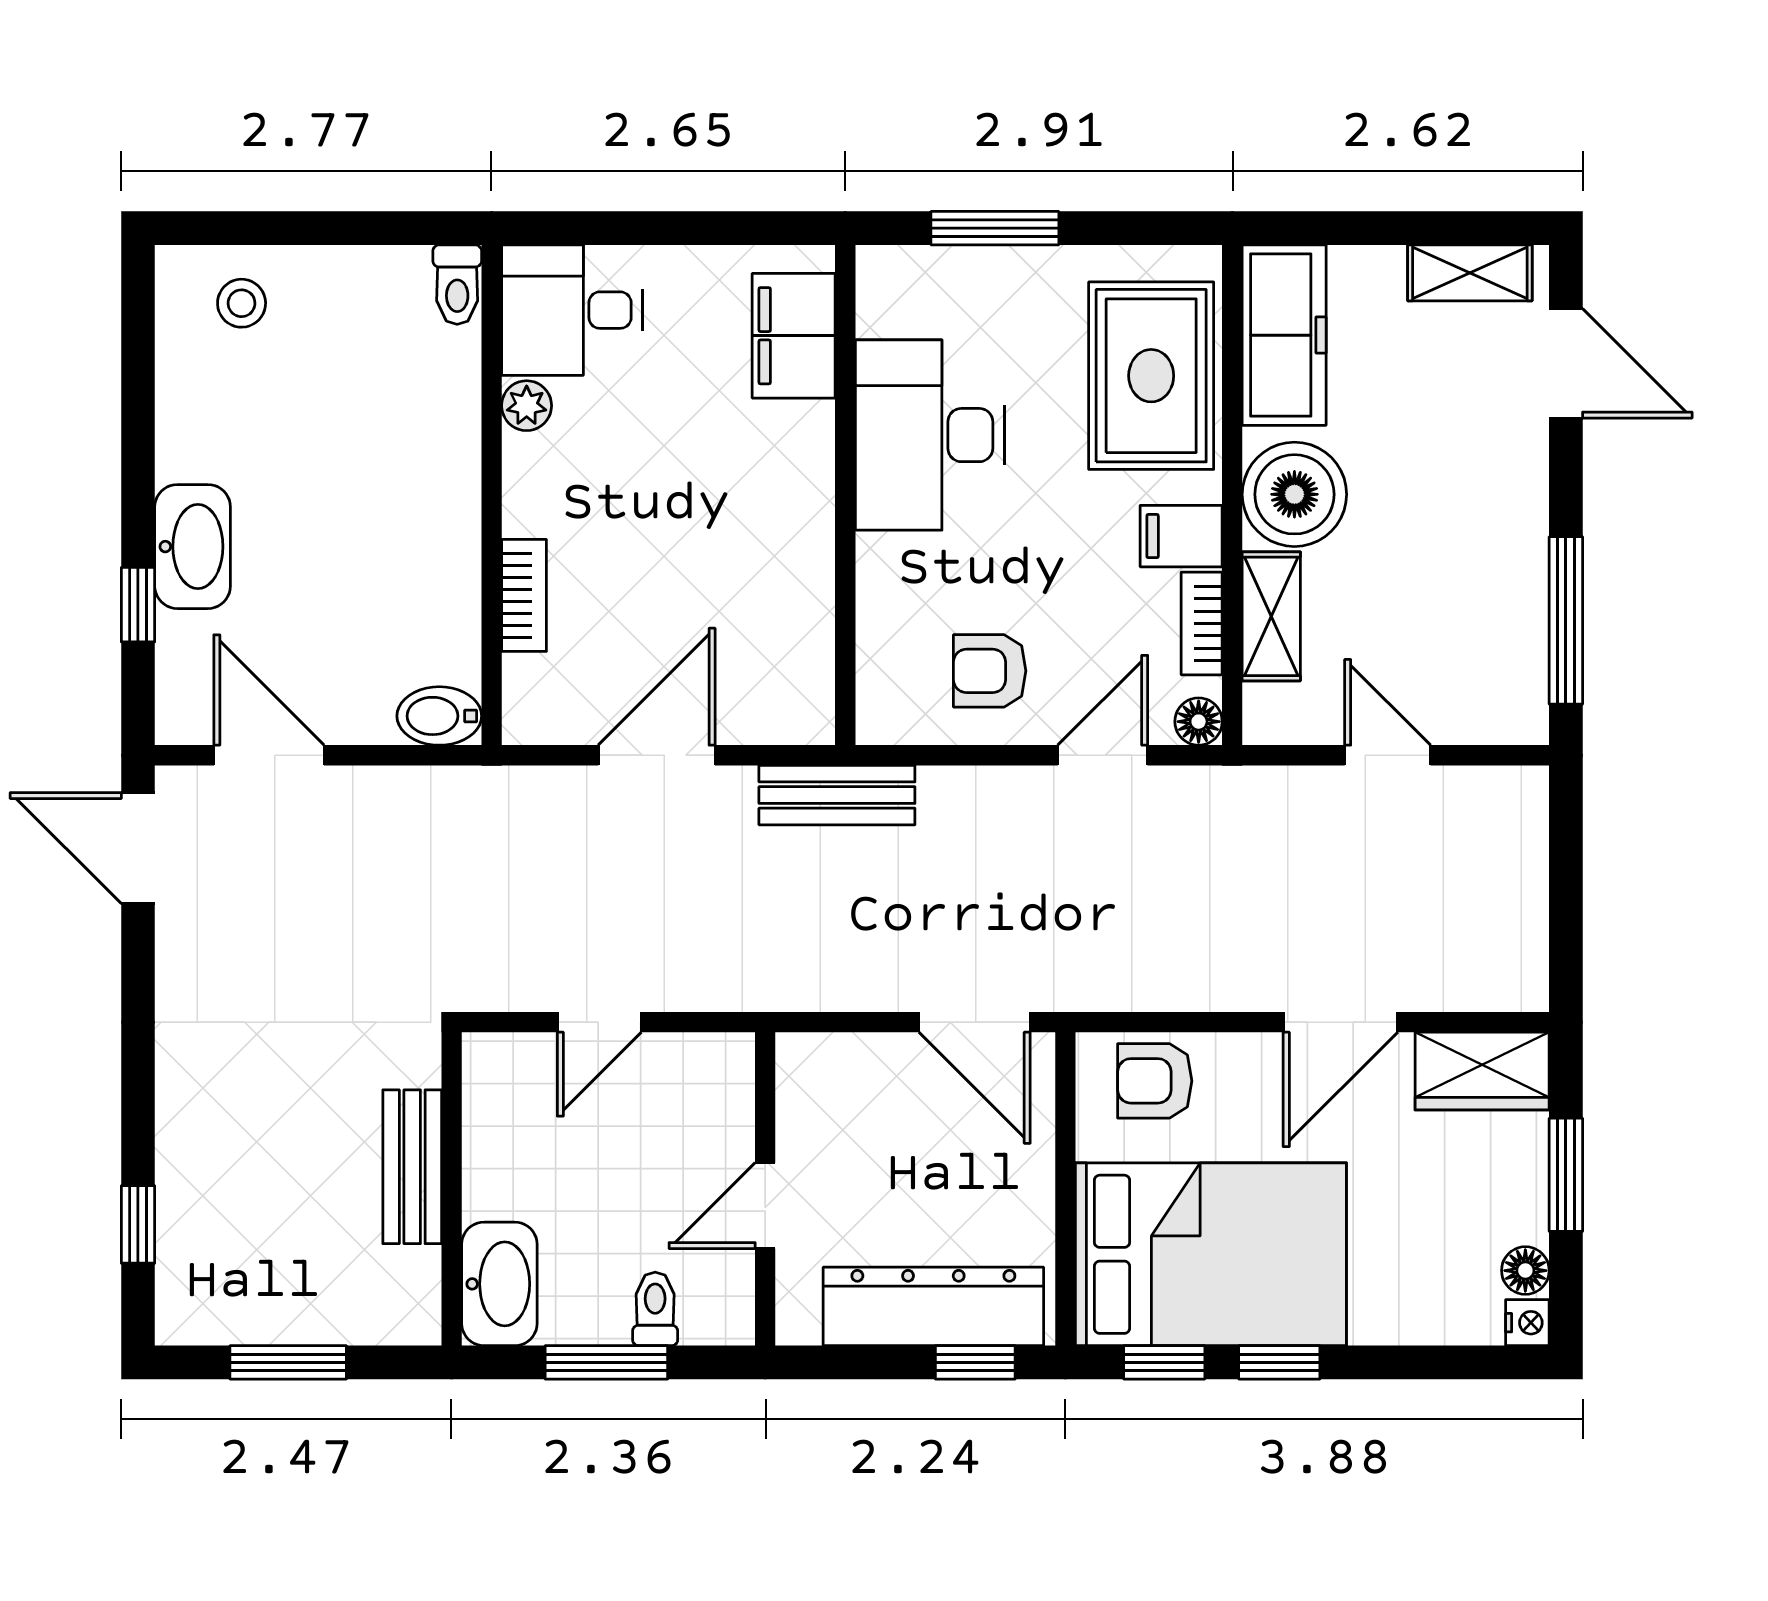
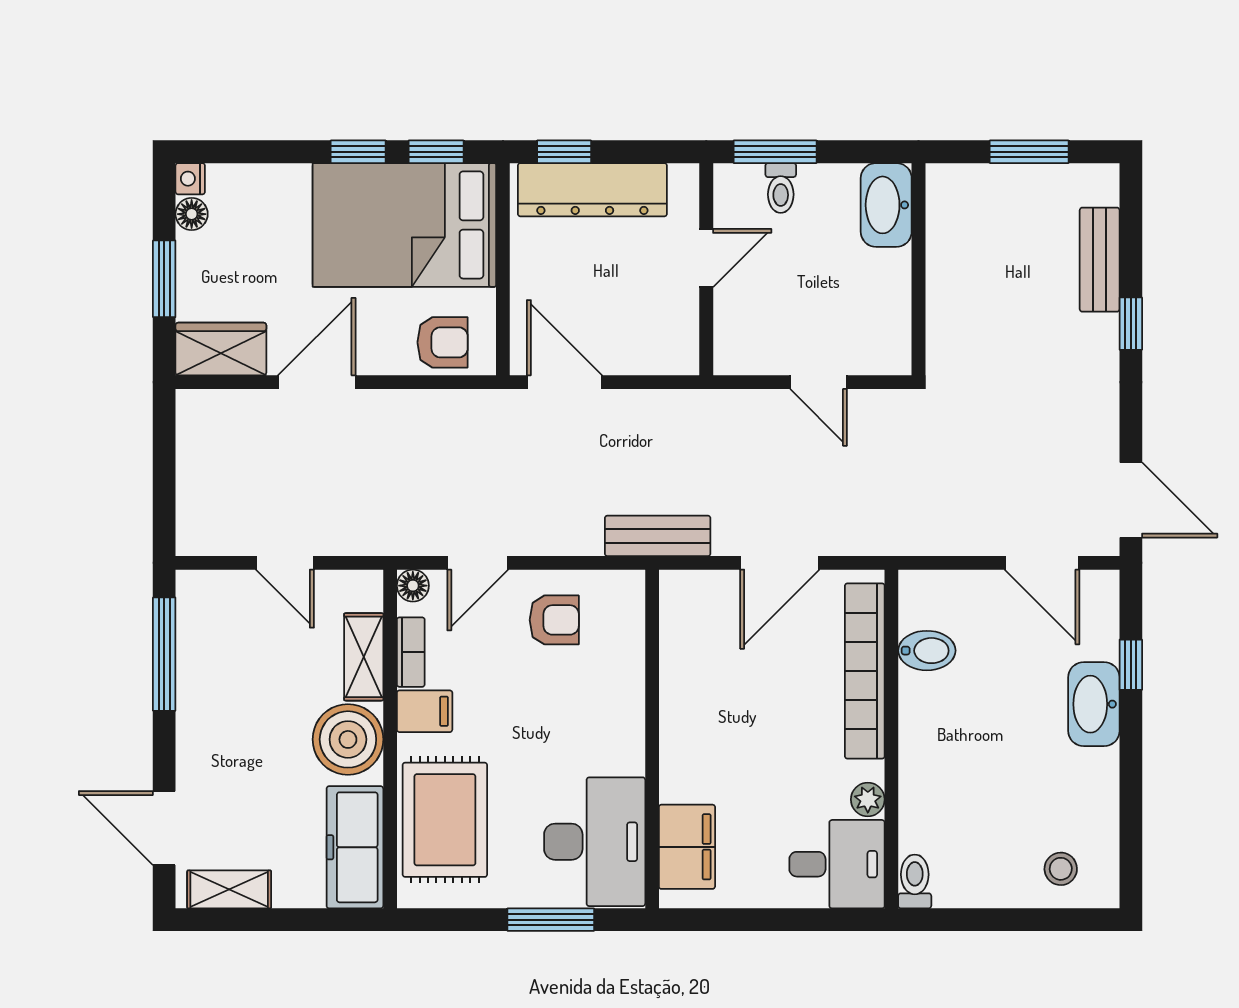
desk: (930, 435) -> (595, 842), moved
bookcase: (524, 595) -> (865, 671), width x2.31, depth x1.31
bidet: (439, 716) -> (927, 651), moved
door: (599, 1022) -> (818, 382), swing flipped
bench: (412, 1167) -> (1100, 260), moved
window: (138, 1224) -> (1131, 324), moved
window: (606, 1362) -> (775, 152), moved

